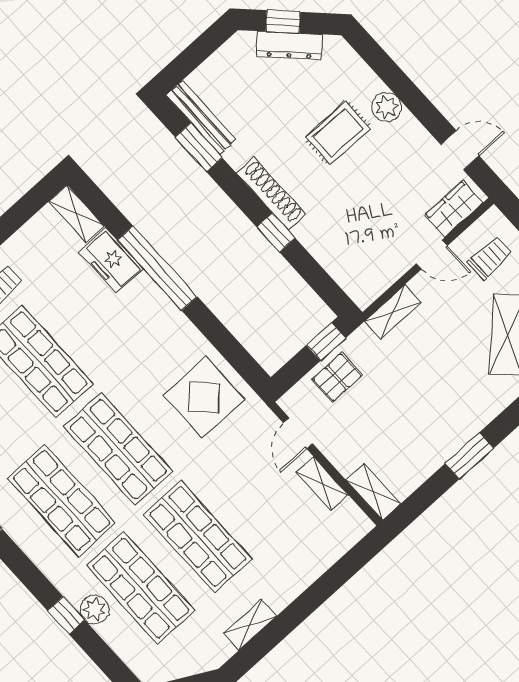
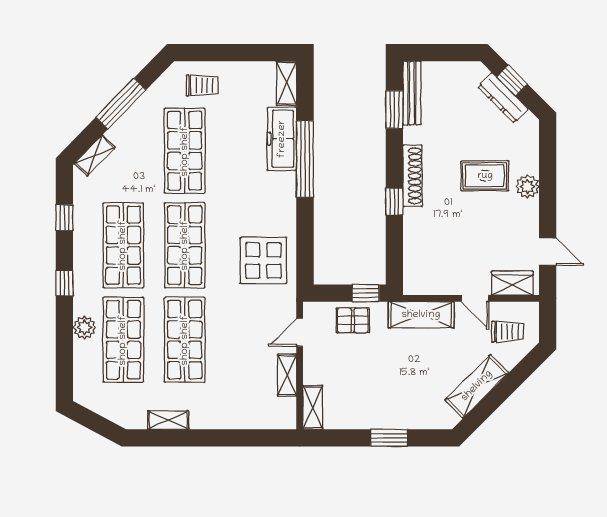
freezer: (111, 261) -> (282, 139), width x1.40
shelving: (393, 312) -> (421, 315), width x1.50, depth x1.33
window: (66, 615) -> (64, 283), moved

